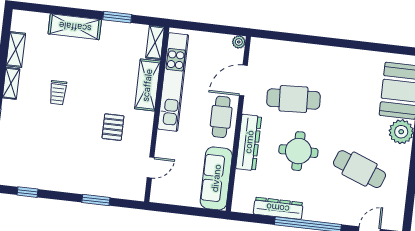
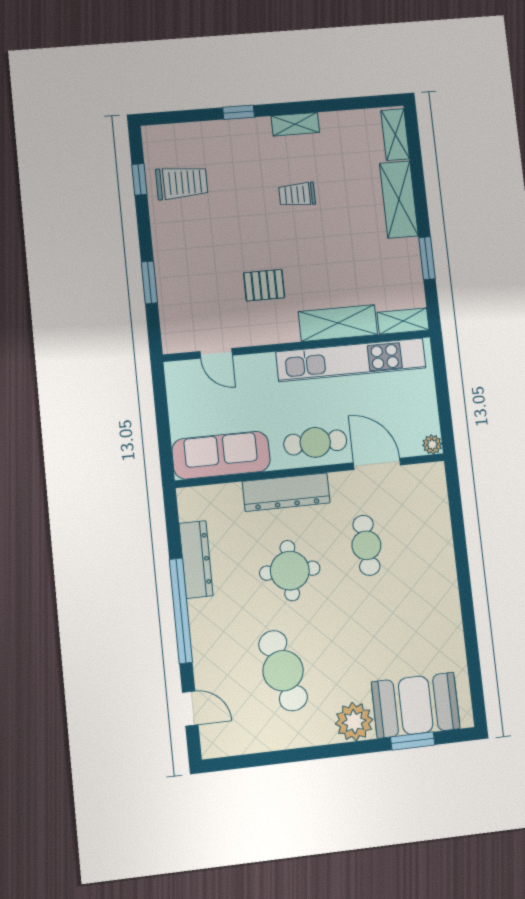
shelving: (16, 50) -> (395, 135), moved, turned 90
cafe table: (293, 99) -> (366, 545), width x0.73, depth x0.74
trolley: (35, 165) -> (182, 183), added
cafe table: (360, 169) -> (283, 671), turned -36

